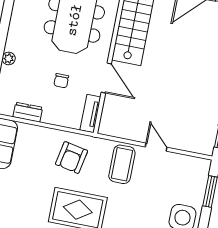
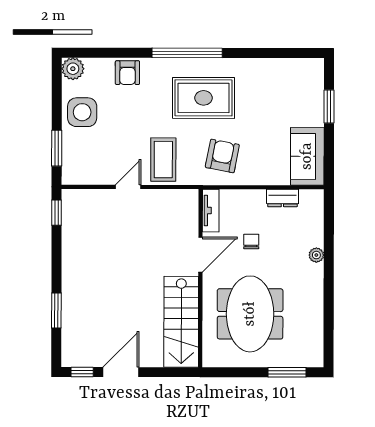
door: (106, 78) -> (200, 255), swing flipped
door: (156, 147) -> (128, 187), swing flipped

